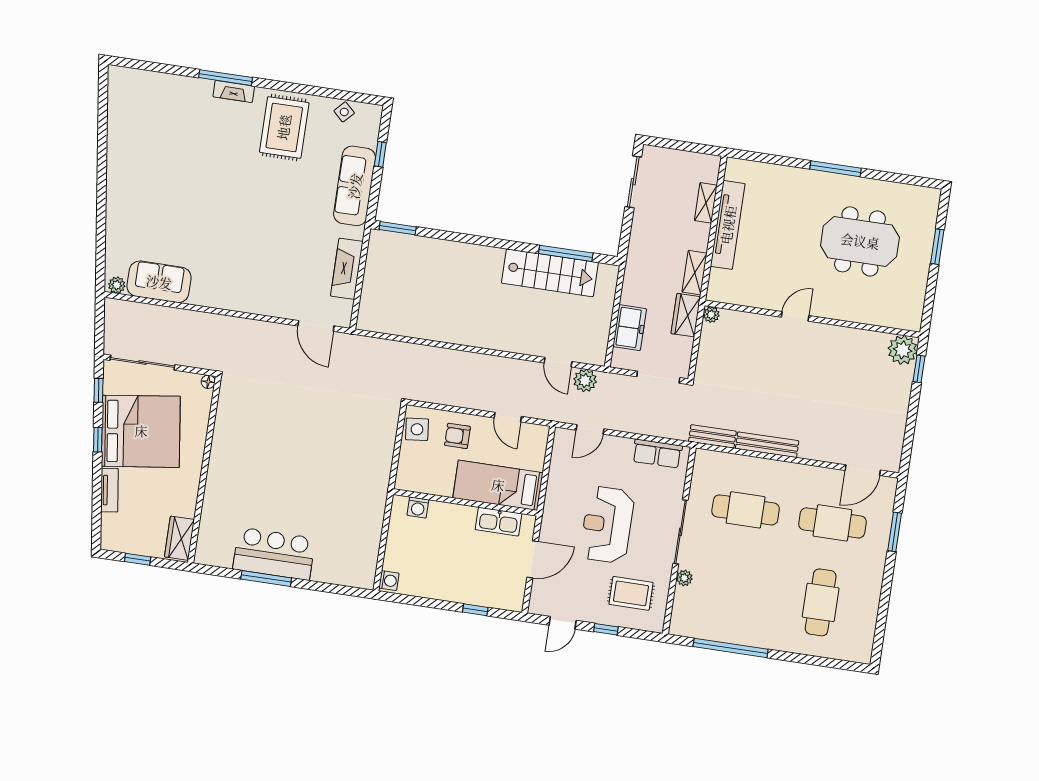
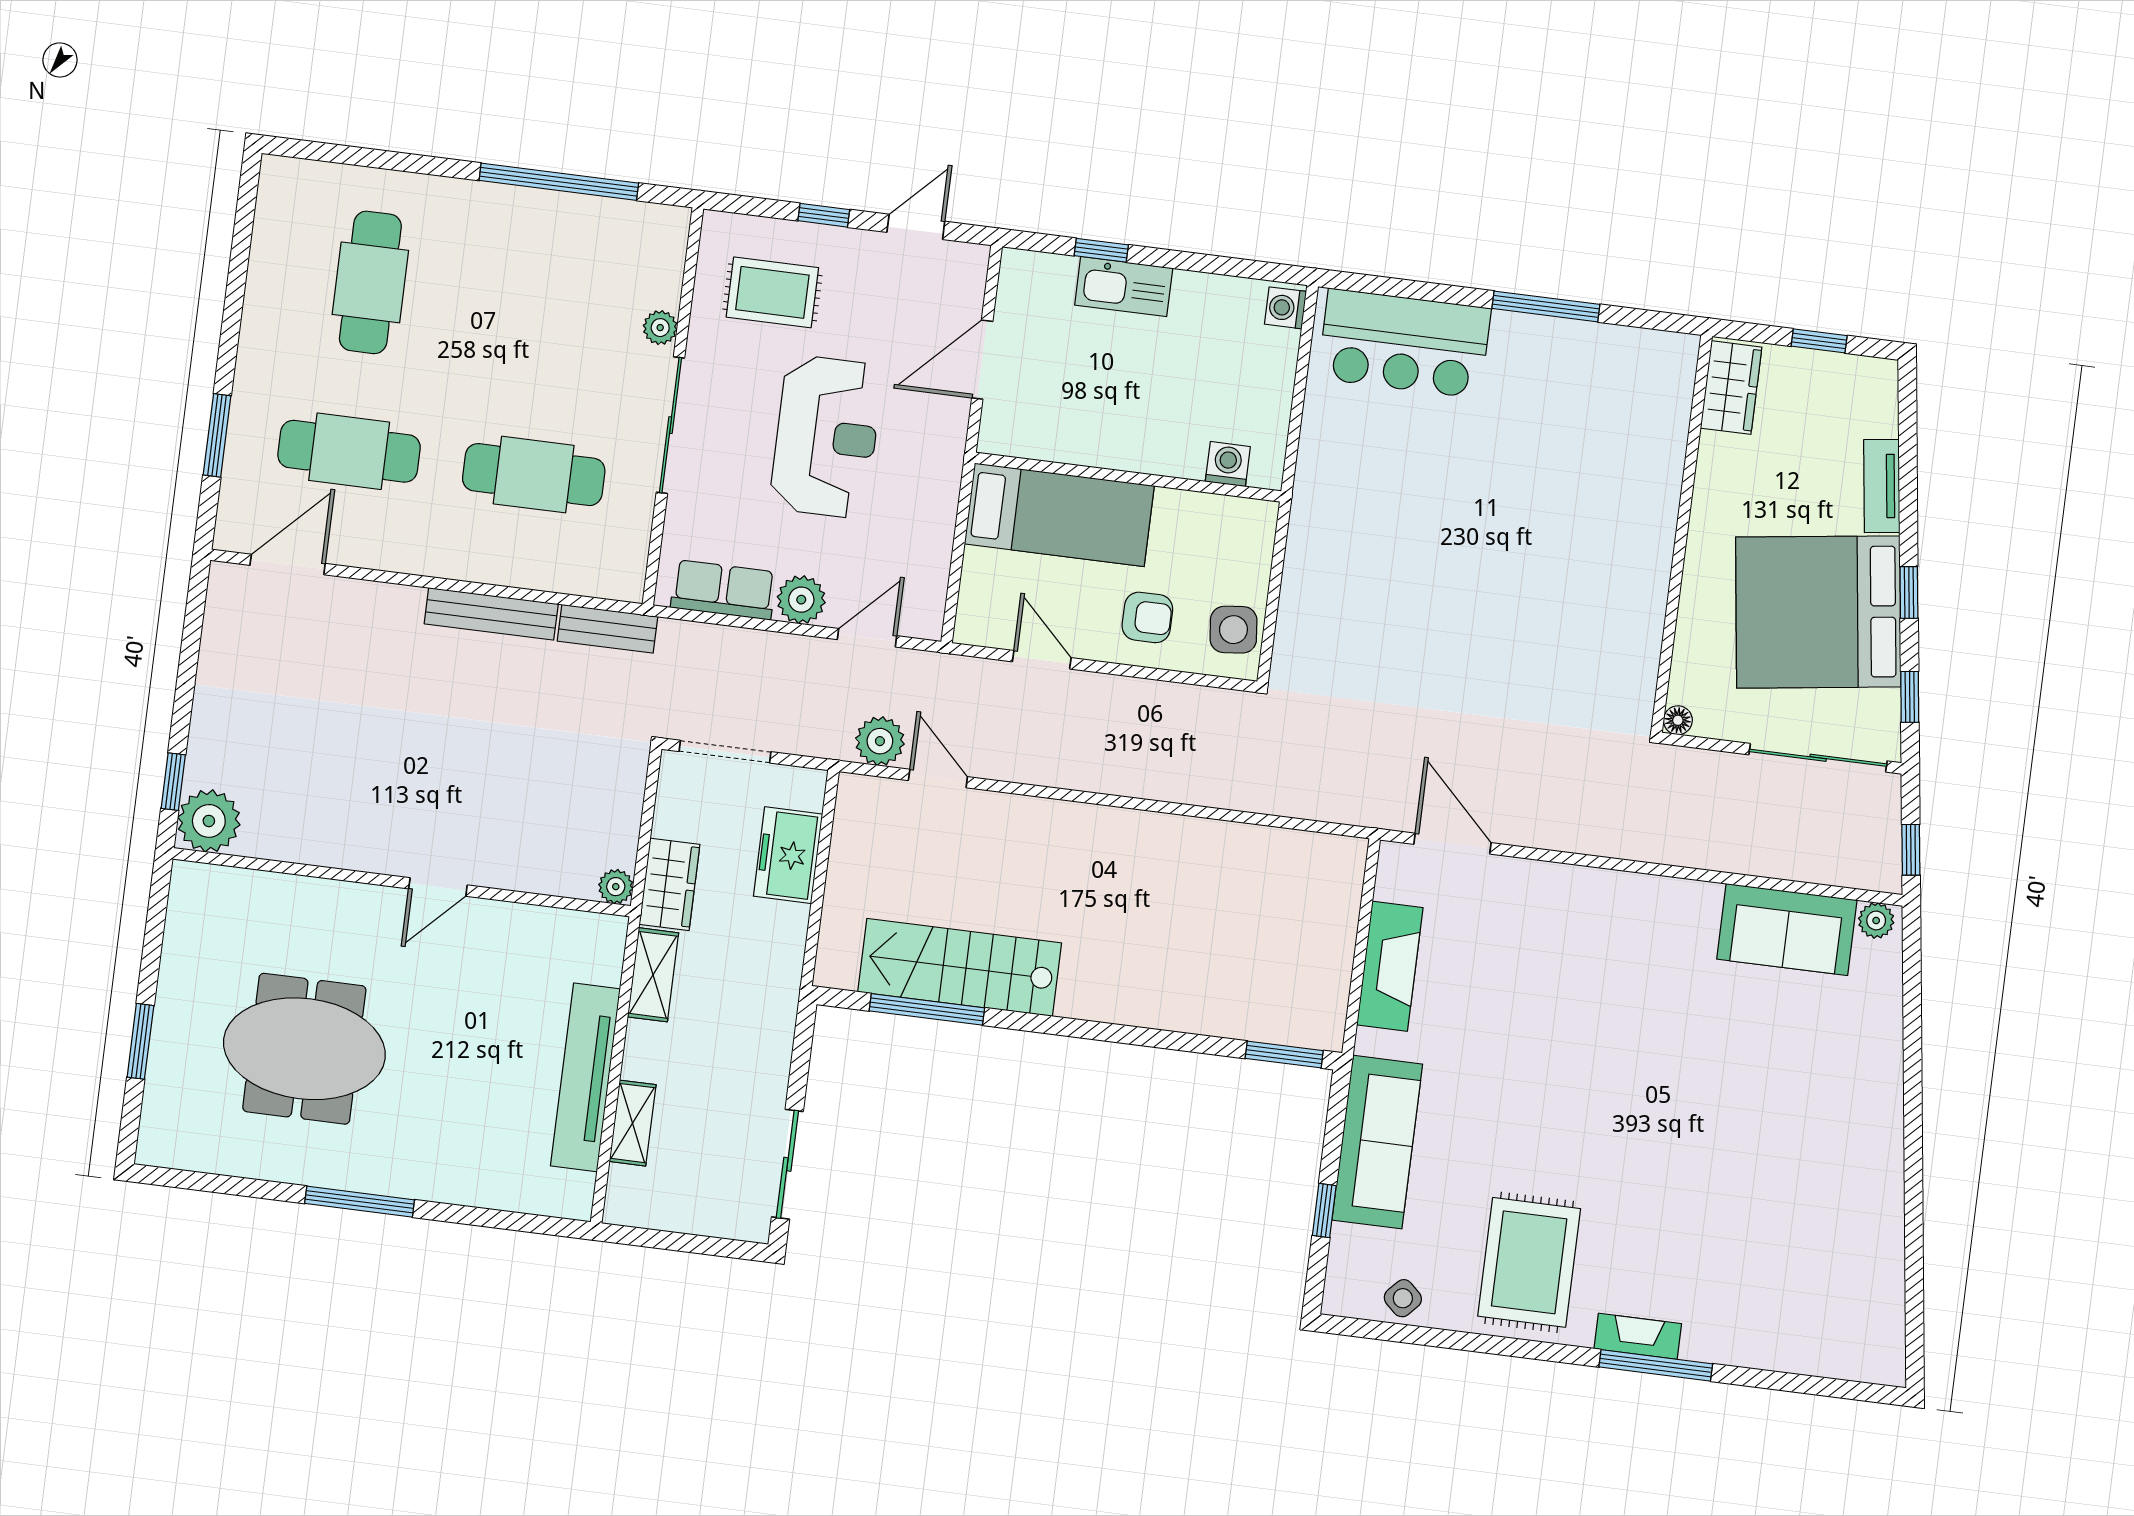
window: (100, 318) -> (1911, 850), added
plant: (621, 448) -> (801, 600), added
kitchen sink: (499, 522) -> (1124, 287), moved, turned 180
bar counter: (274, 554) -> (1404, 343), moved

